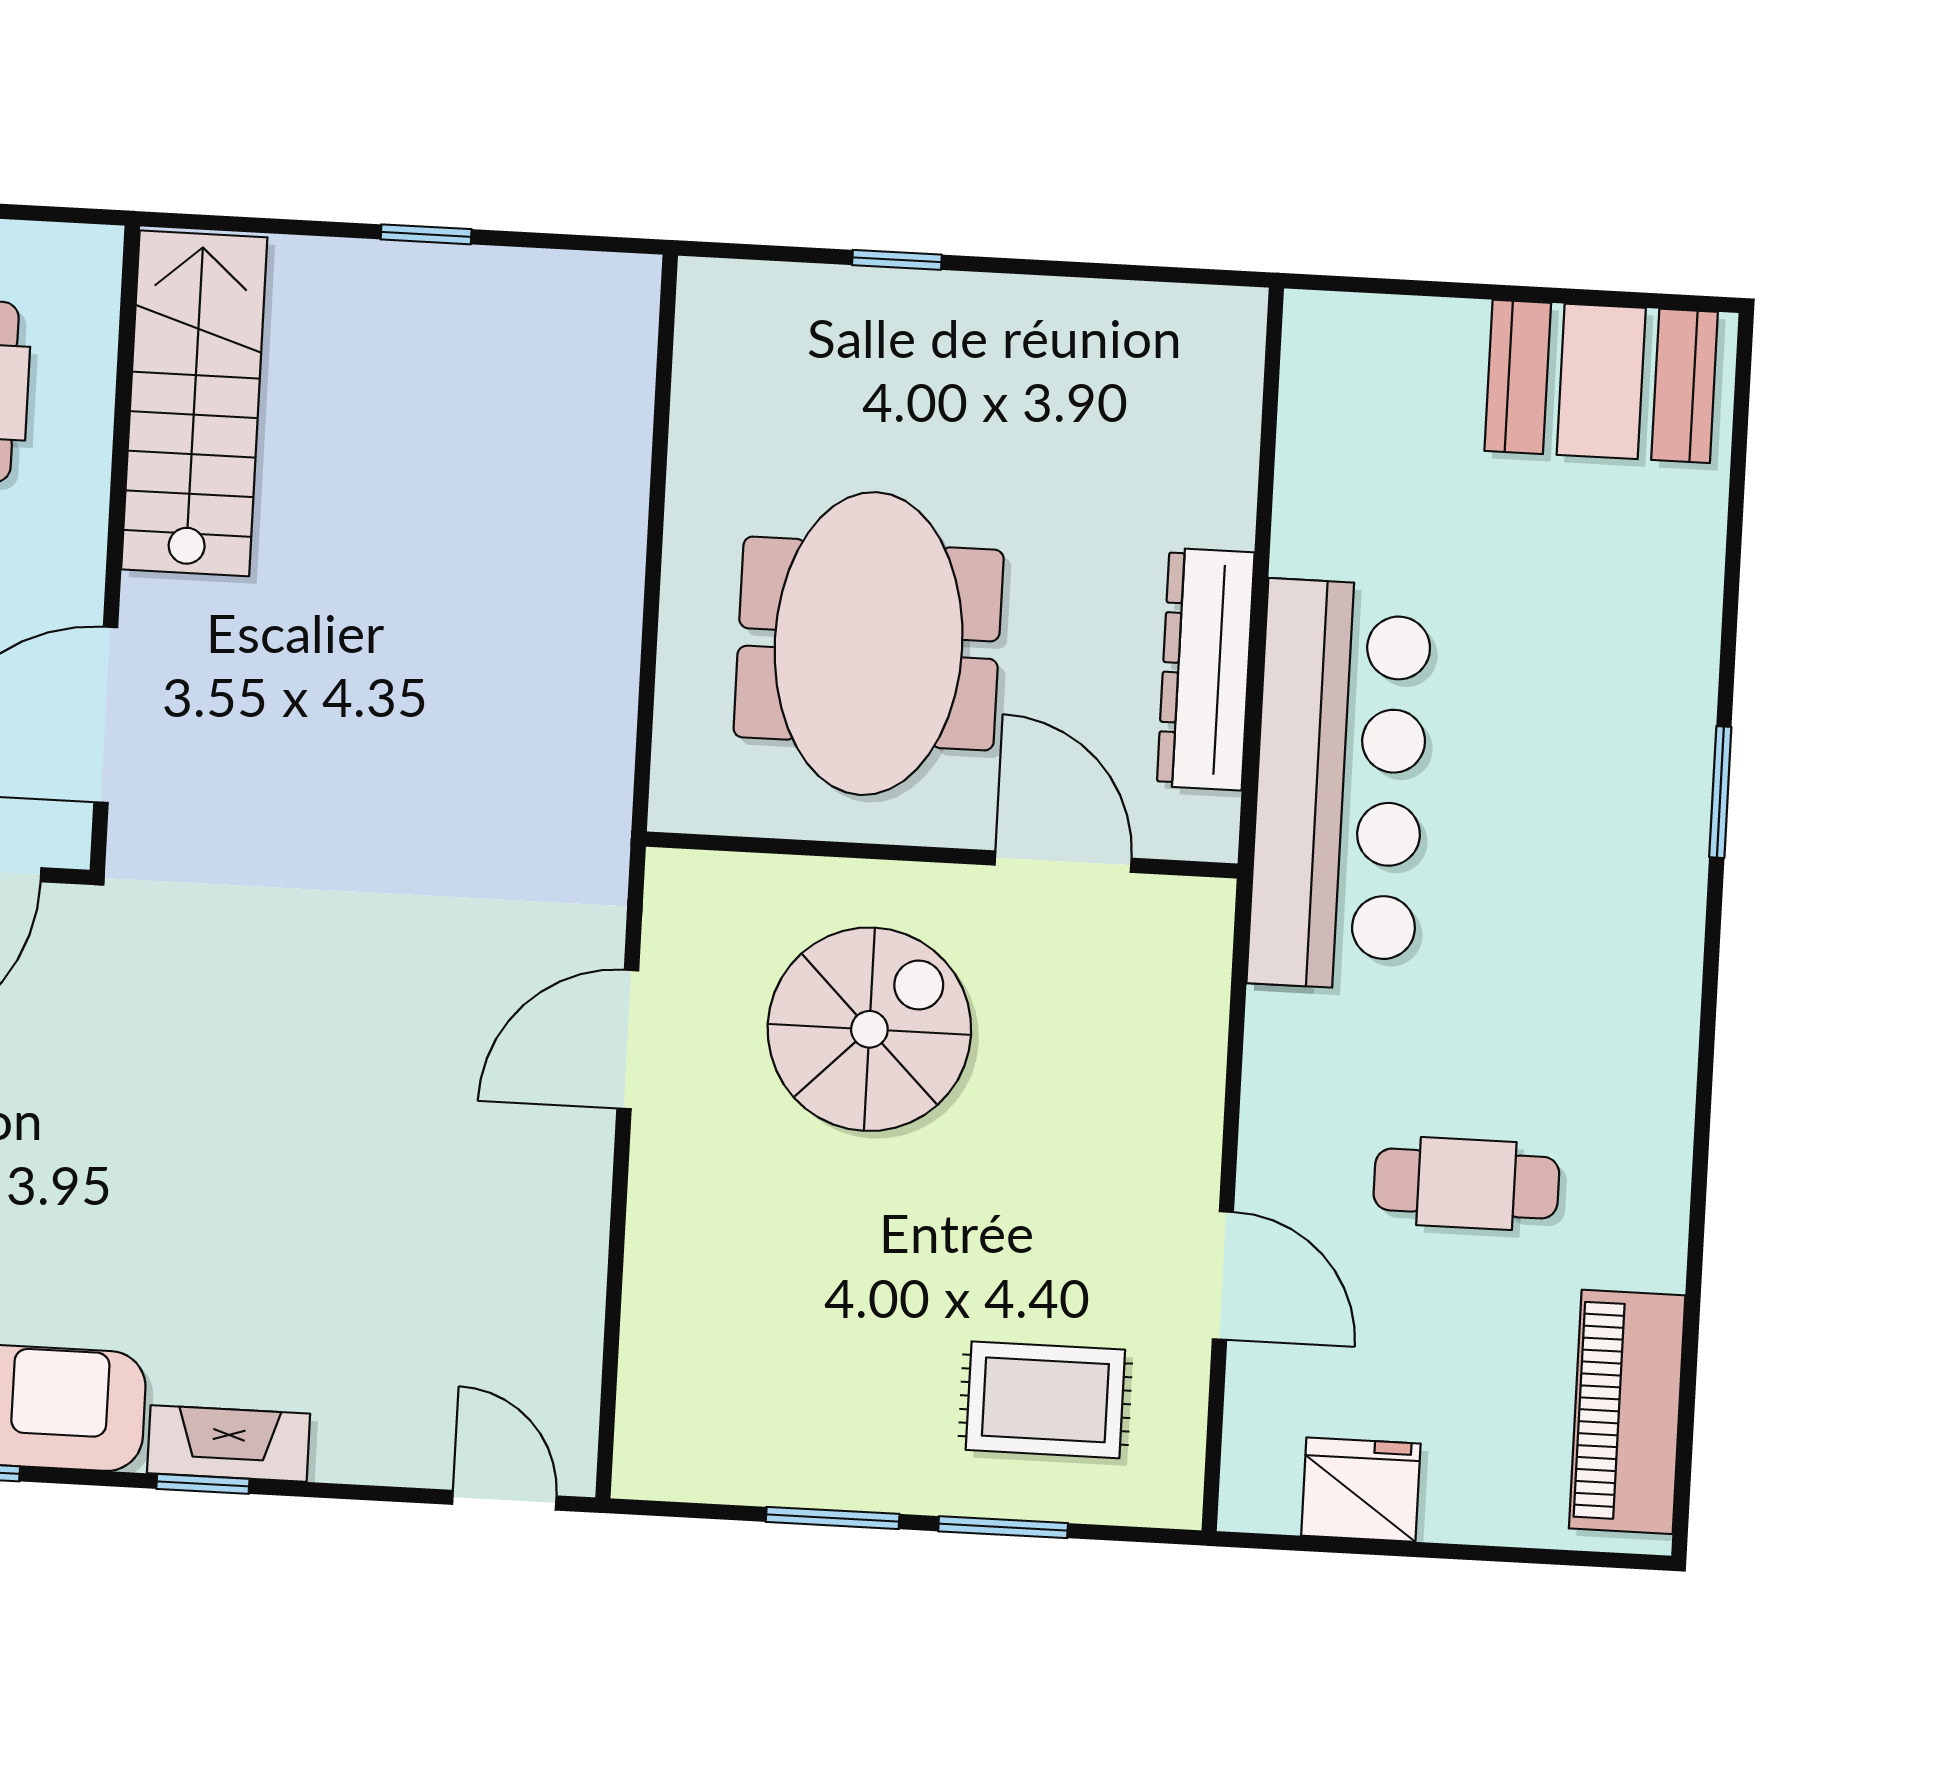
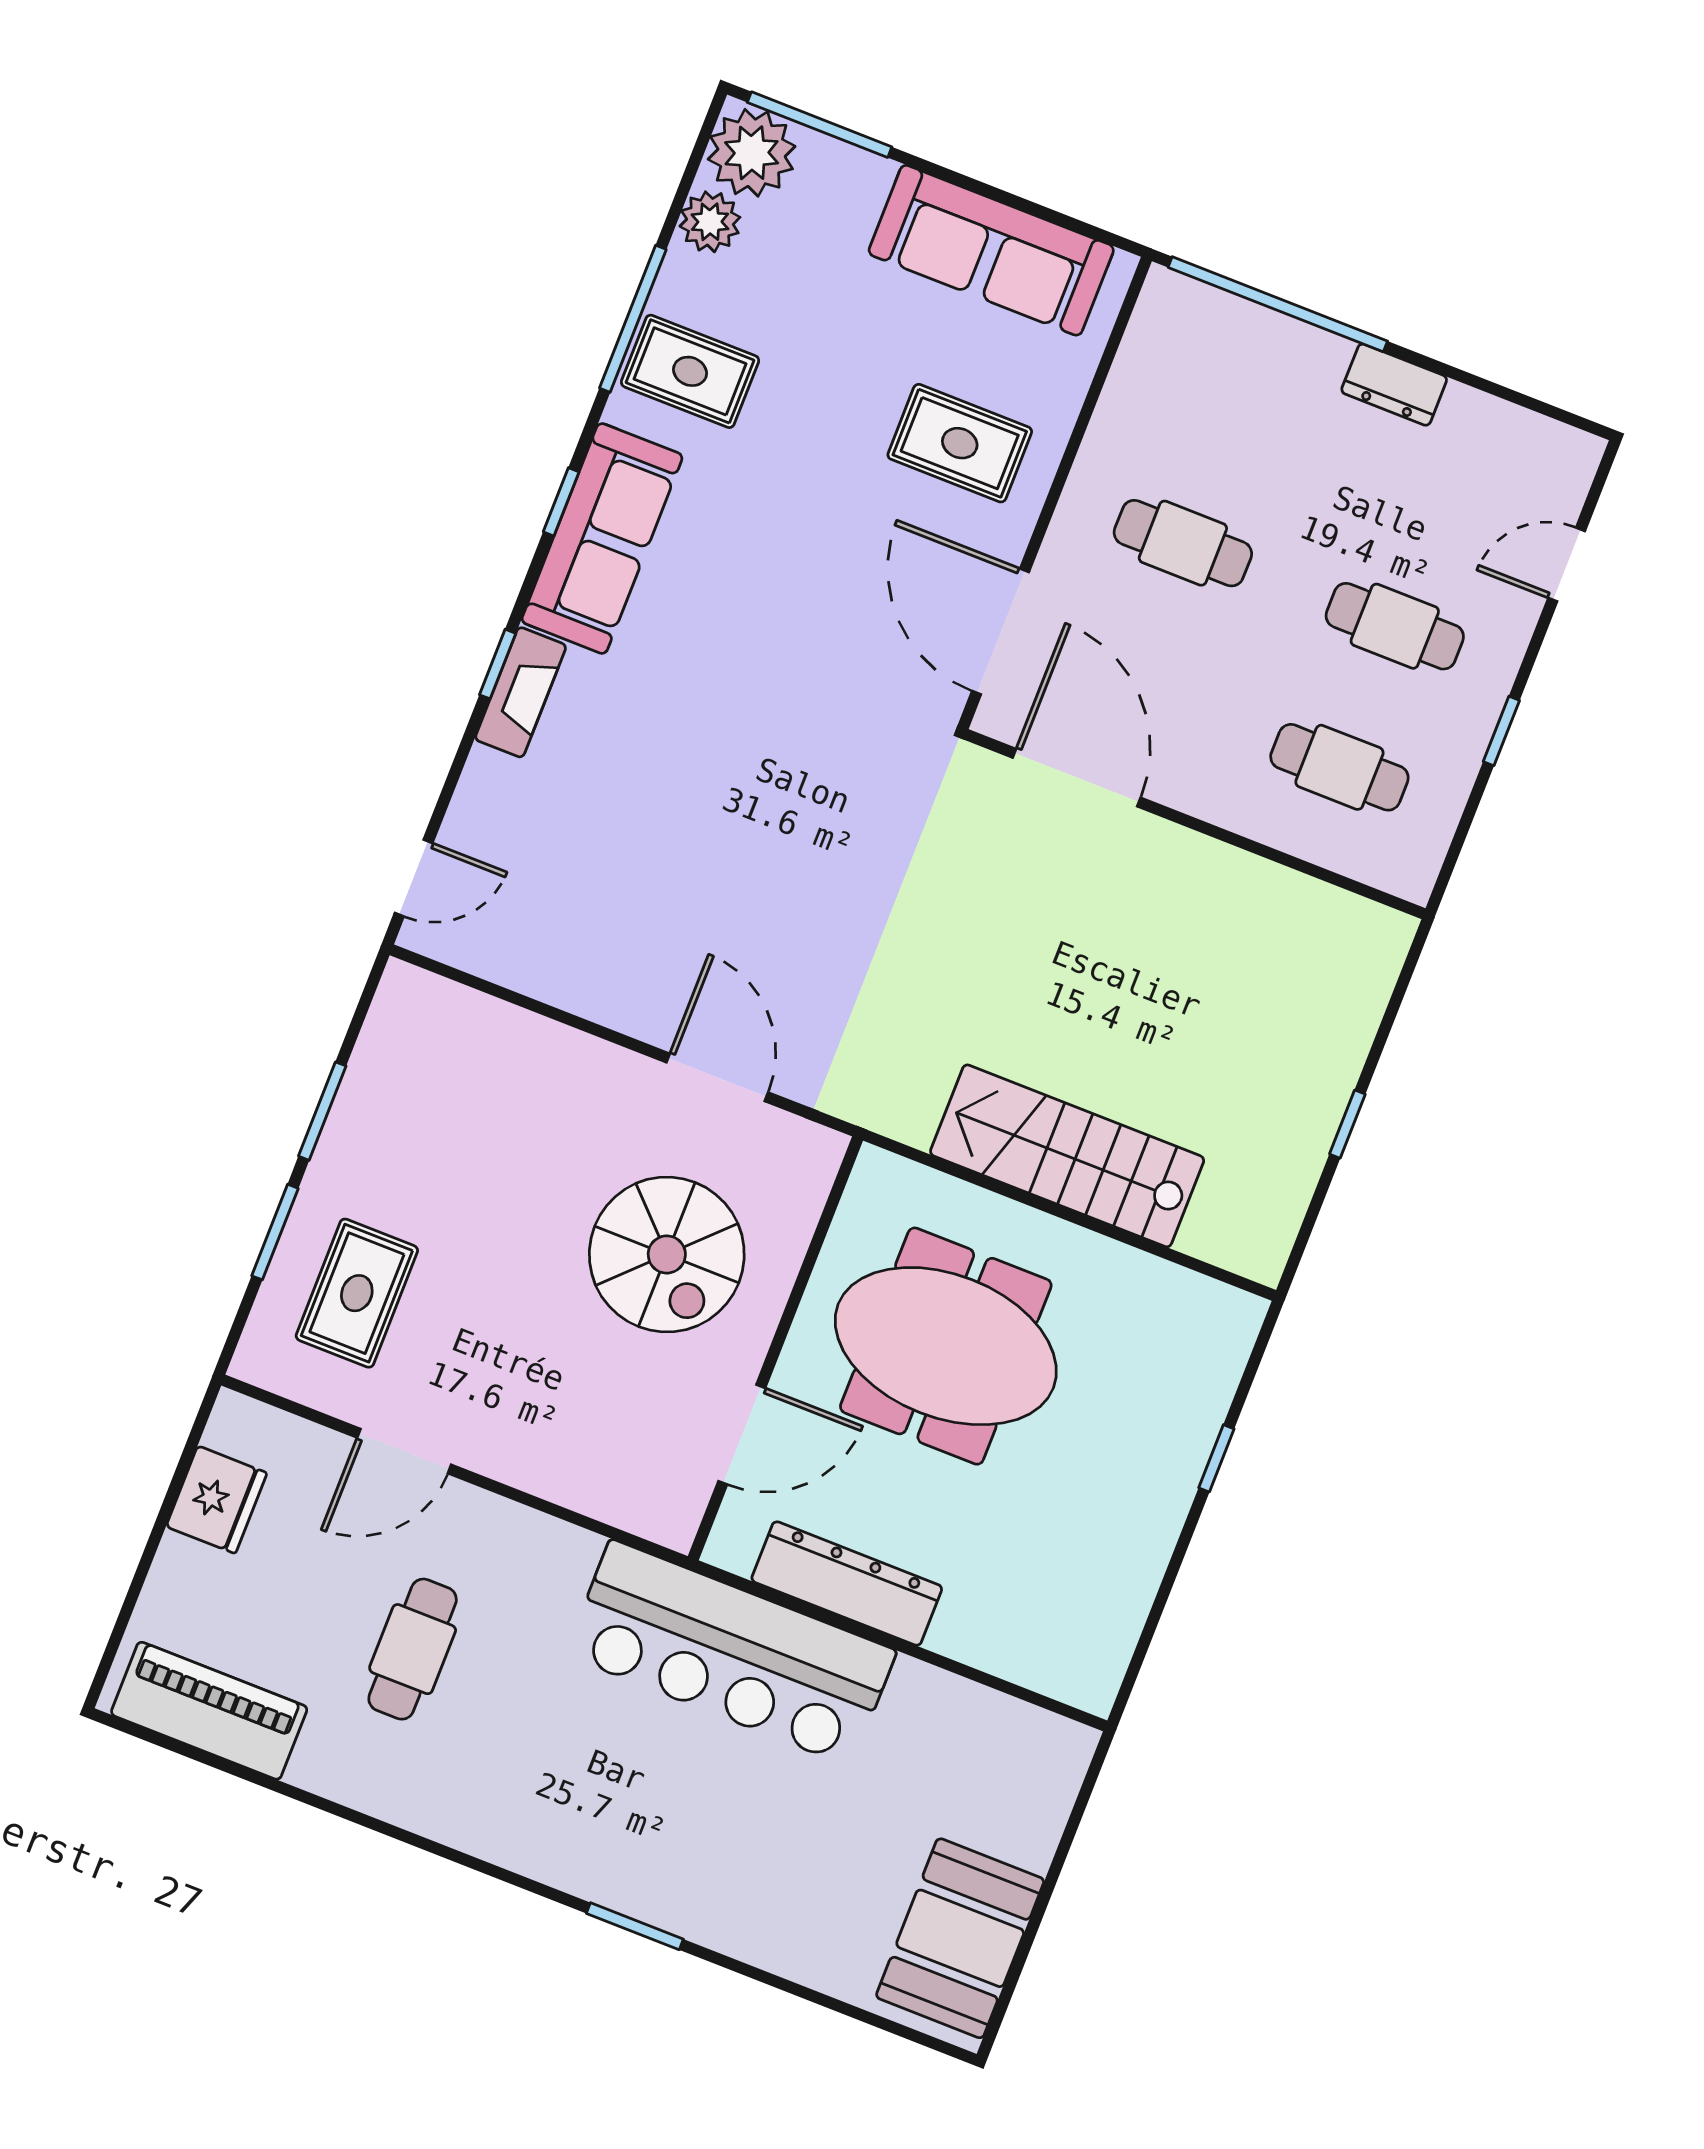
stairs: (194, 403) -> (1067, 1156), moved, turned 180

